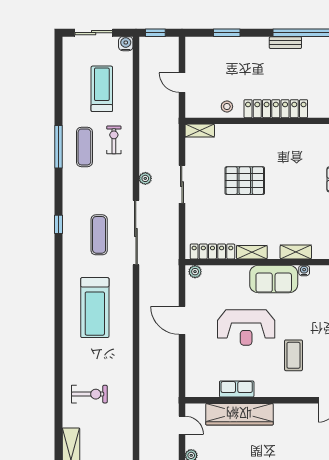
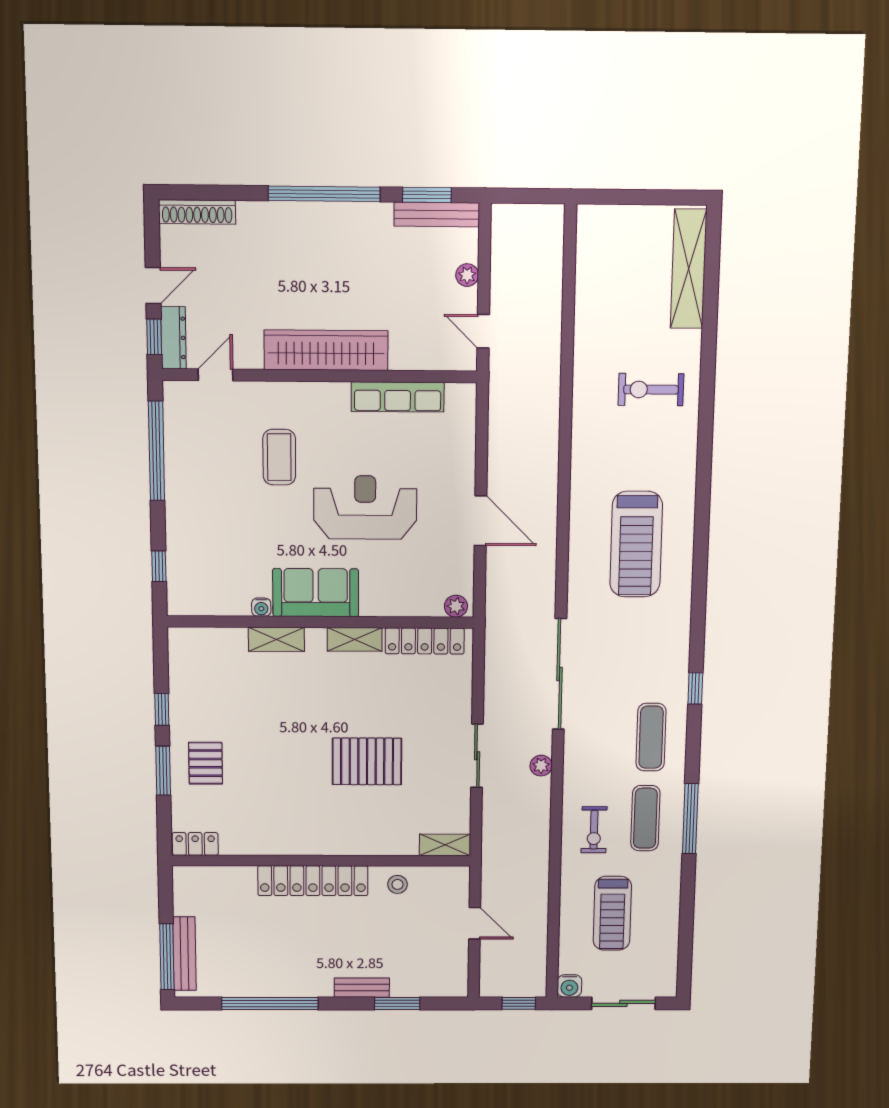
bench: (285, 43) -> (362, 988), moved
exercise mat: (99, 235) -> (651, 737), moved
treadmill: (95, 308) -> (636, 544), turned 180
row of seats: (237, 389) -> (398, 397), width x1.48
wardrobe: (239, 414) -> (326, 350), moved

